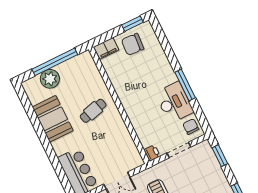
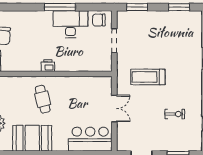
printer: (152, 153) -> (48, 66), moved

